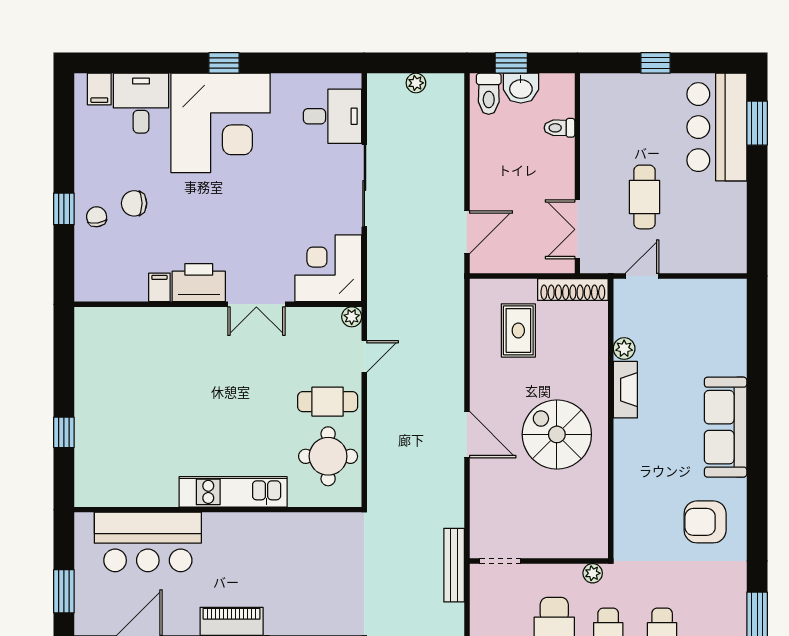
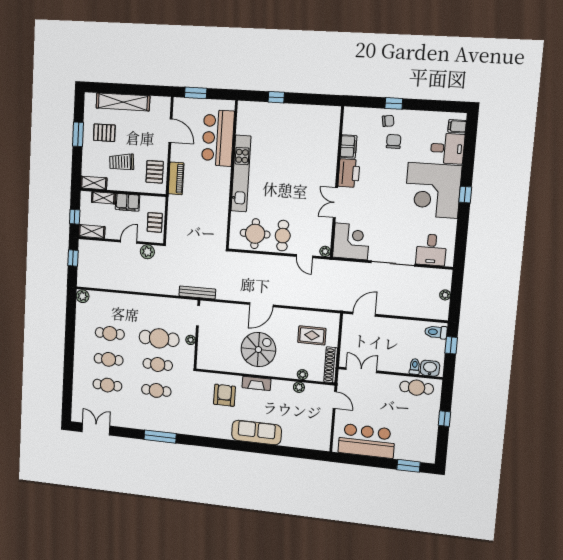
washbasin: (521, 88) -> (430, 368), moved, turned 90
bar counter: (717, 127) -> (367, 441), moved
cafe table: (644, 197) -> (417, 388), moved
door: (467, 232) -> (364, 314), swing flipped
filing cabinet: (159, 287) -> (348, 146), width x2.00
plant: (598, 343) -> (302, 375), added
fireplace: (625, 390) -> (256, 383), moved
kitchen unit: (233, 492) -> (241, 174), width x1.36
armchair: (705, 522) -> (224, 395), moved
plant: (593, 573) -> (191, 340), moved

